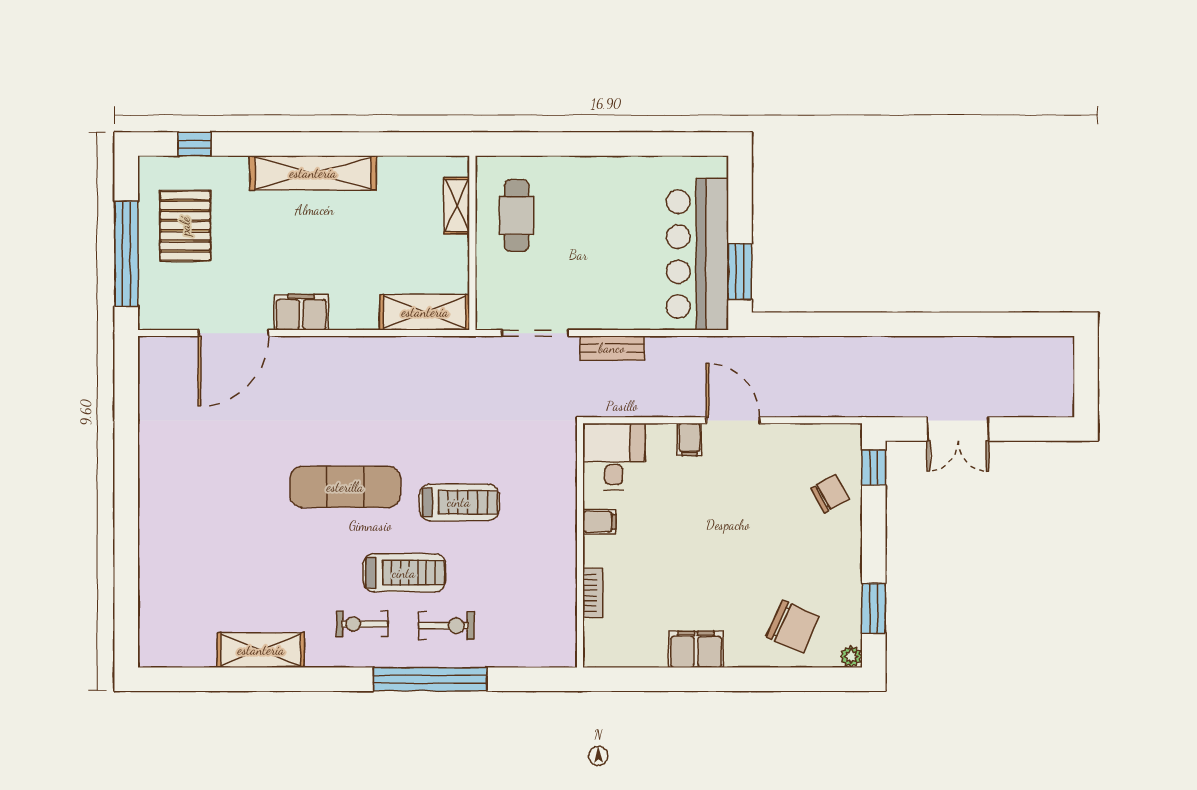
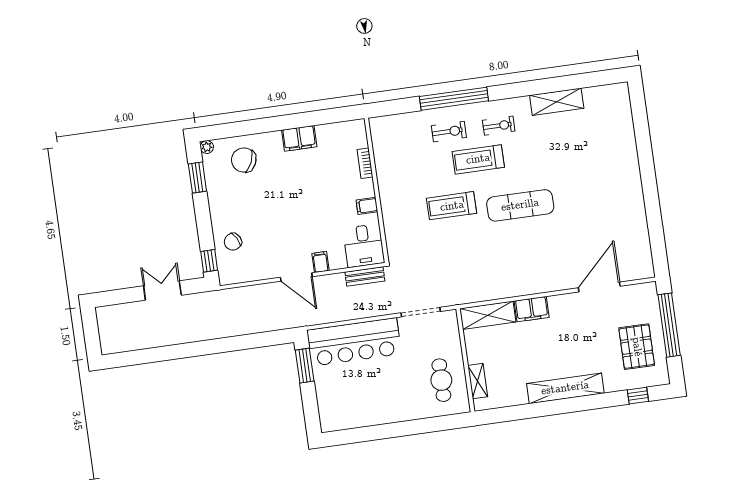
bar counter: (697, 254) -> (354, 342), moved, turned 90
filing cabinet: (301, 312) -> (532, 309), moved
bench: (612, 348) -> (365, 276), moved
exercise bike: (446, 626) -> (449, 132), turned 180

